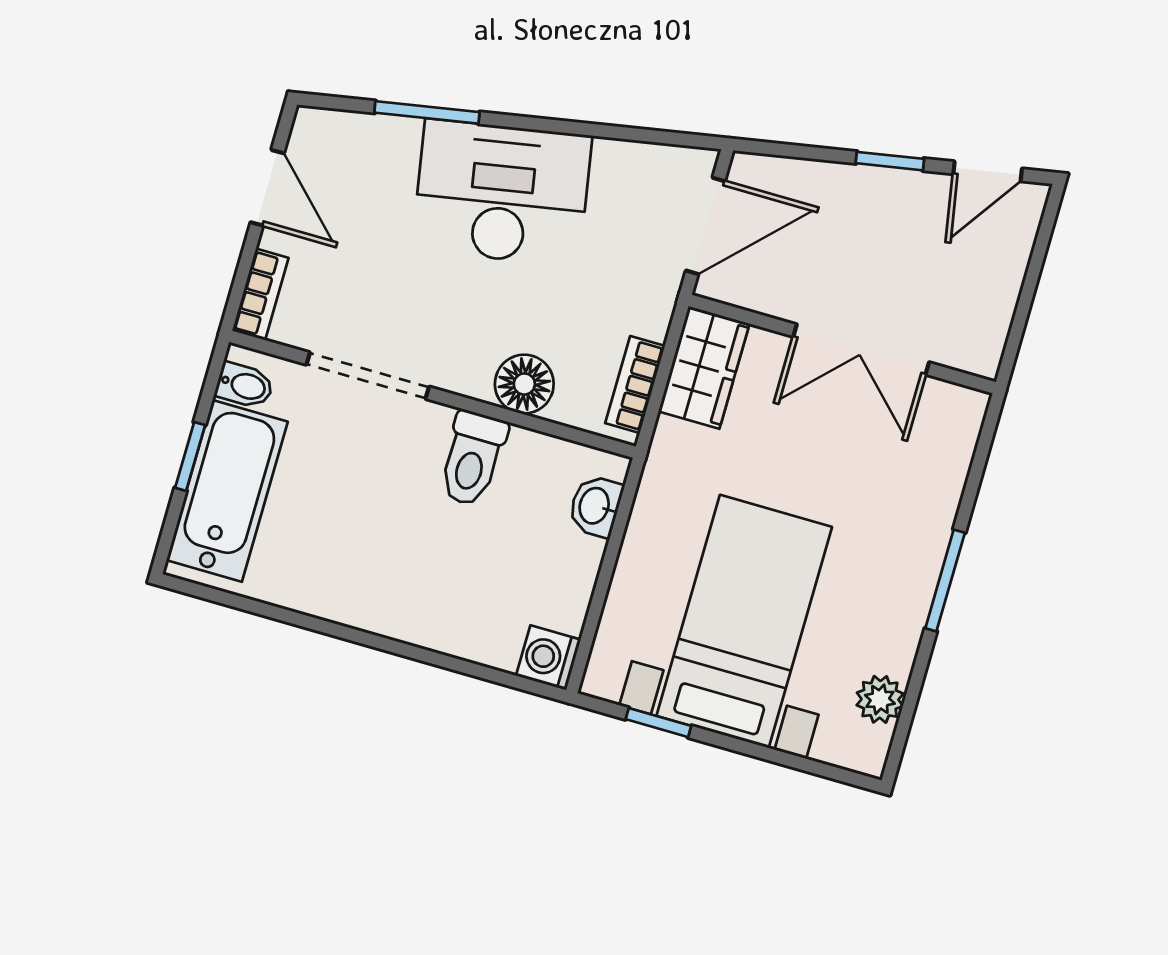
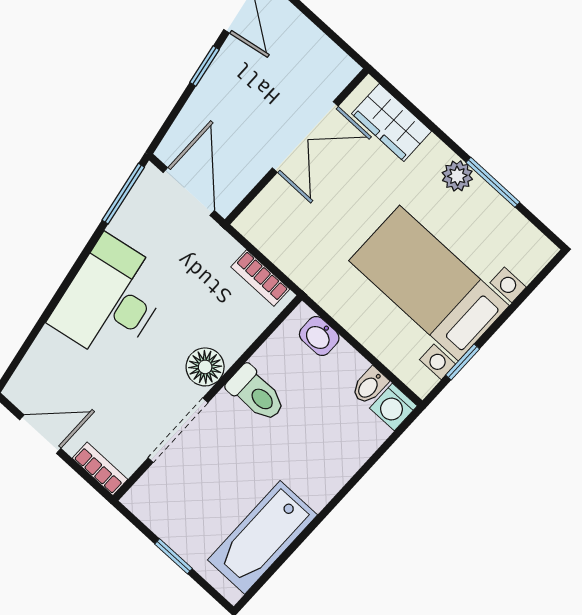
window: (427, 112) -> (123, 194), moved
wardrobe: (704, 367) -> (392, 122), moved, turned 180
floor lamp: (524, 384) -> (205, 367), moved
bidet: (245, 385) -> (370, 386), moved, turned 180
bathtub: (227, 491) -> (262, 537), moved, turned -90
window: (945, 580) -> (493, 182), moved
plant: (880, 699) -> (457, 176), moved

